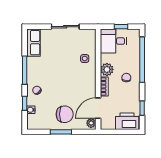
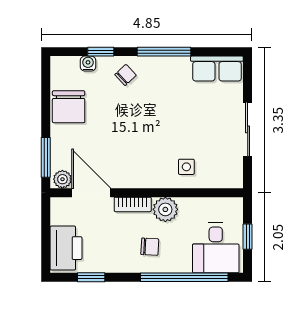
desk: (113, 41) -> (216, 248), moved, turned 180
chair: (65, 114) -> (69, 107), moved
window: (61, 132) -> (46, 157), moved

